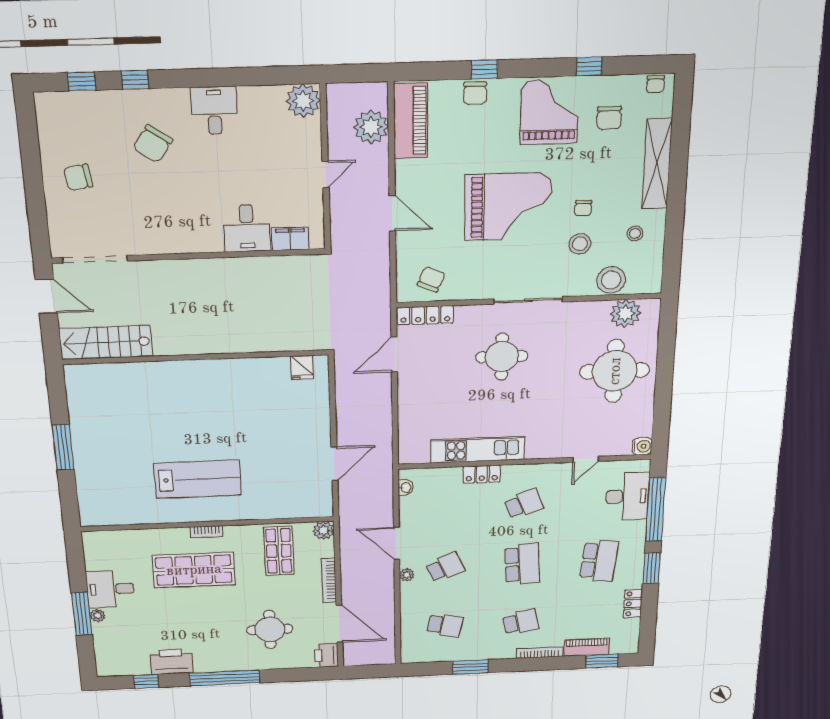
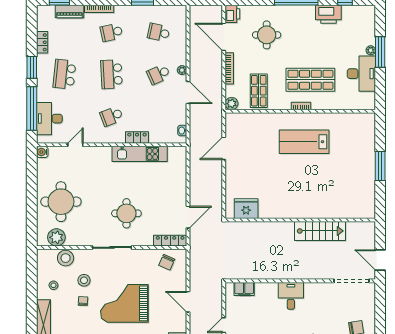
desk: (247, 228) -> (291, 296), moved
stairs: (106, 342) -> (320, 231), moved
fridge: (302, 367) -> (246, 209), width x1.88, depth x1.34
desk: (110, 589) -> (361, 74), width x1.37

